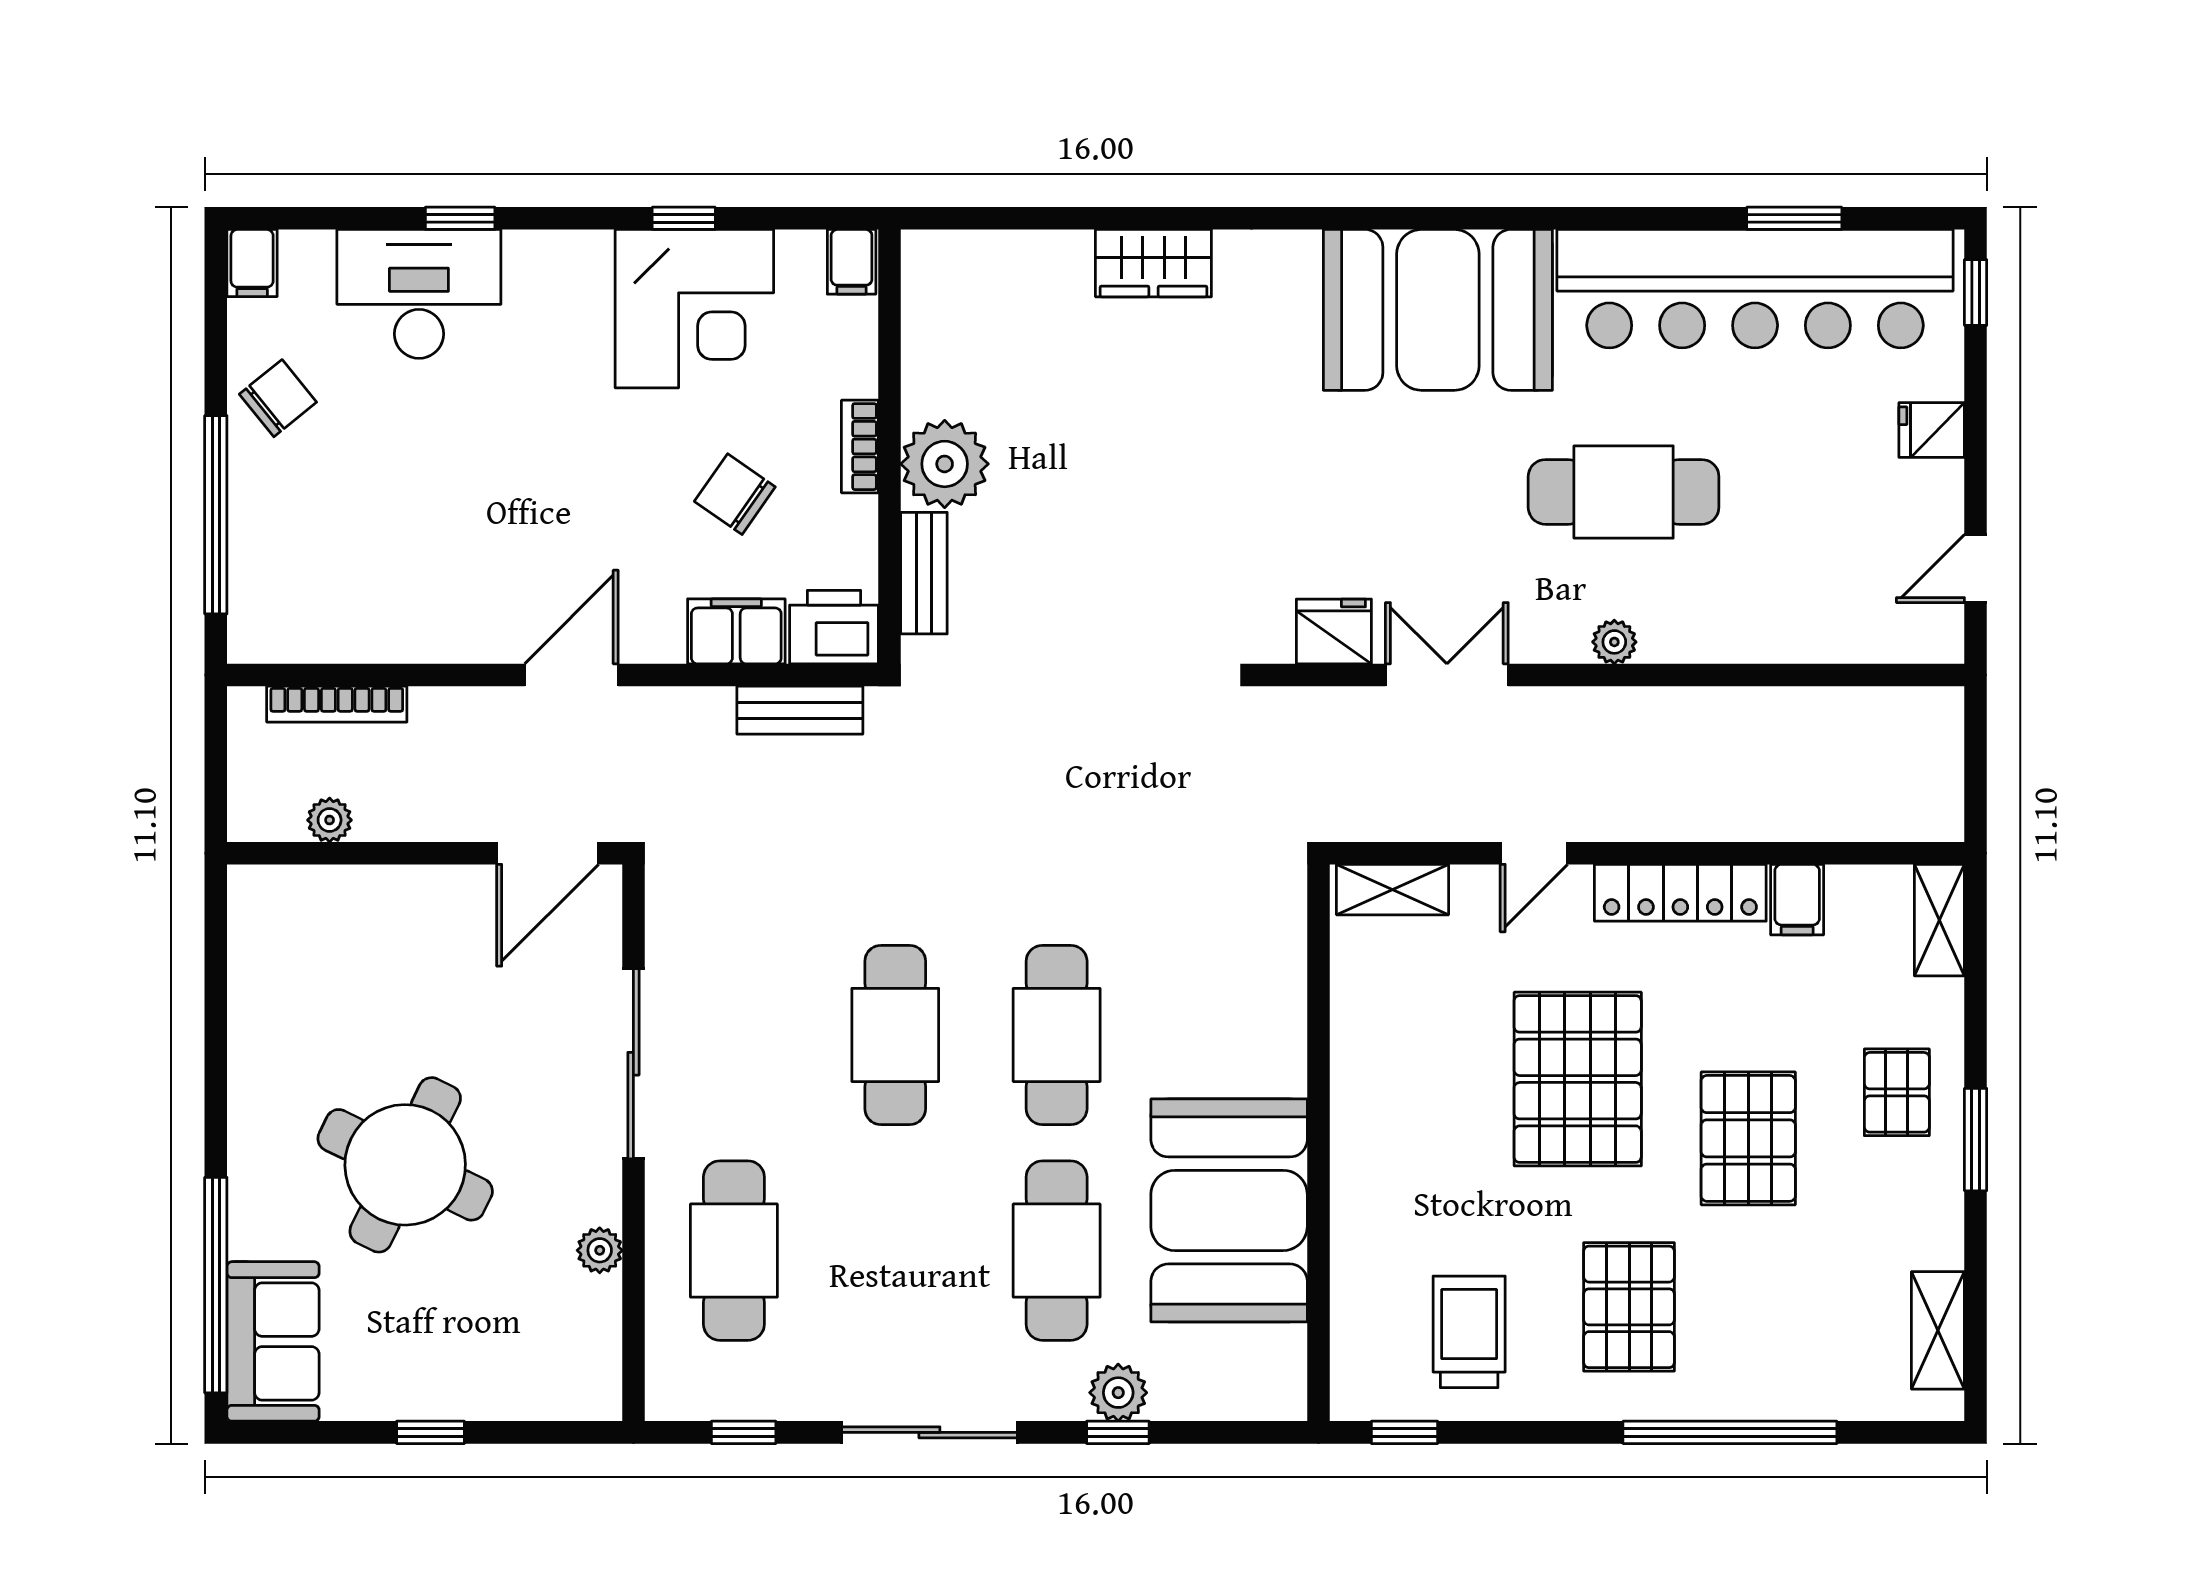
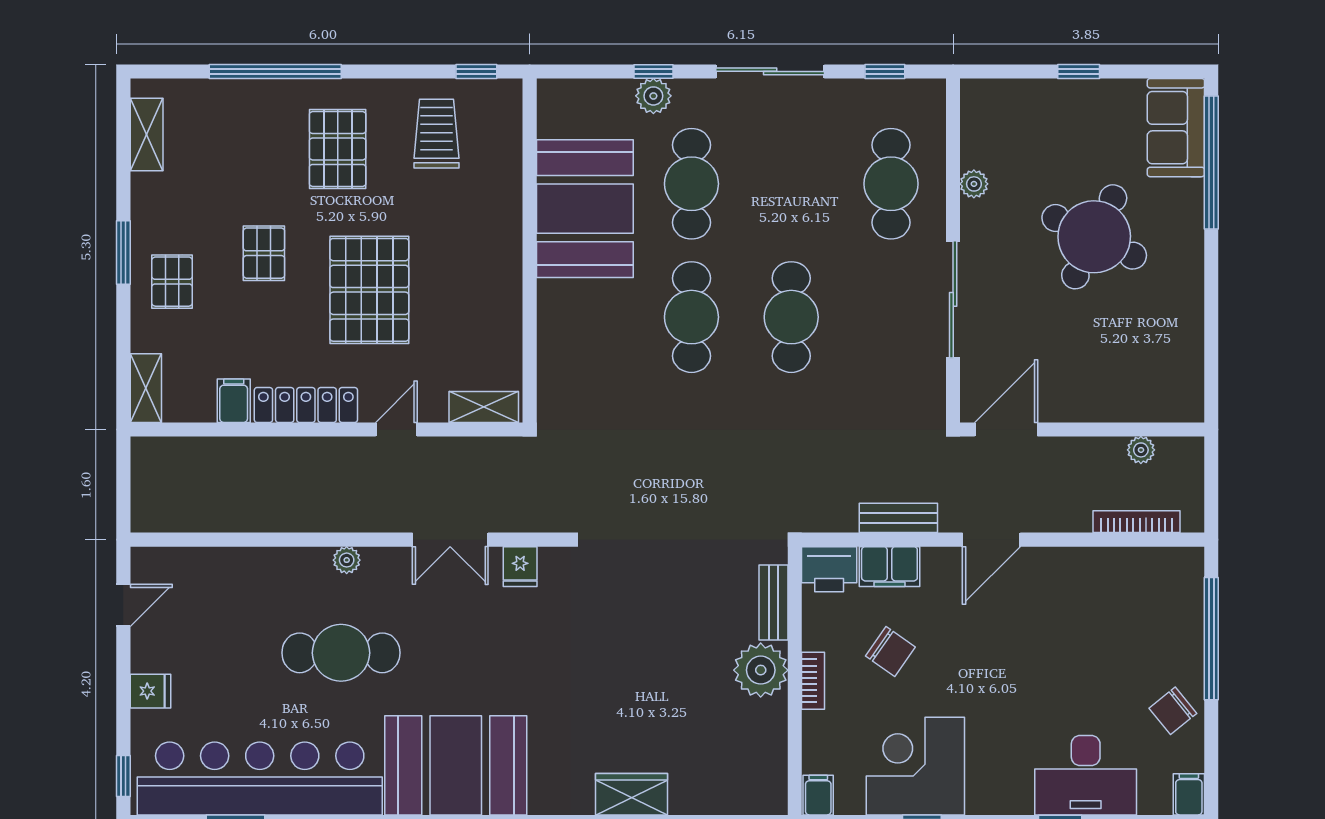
fridge: (1334, 631) -> (520, 567), width x0.72
bench: (800, 710) -> (898, 518), moved
pallet: (1748, 1138) -> (264, 253), width x0.67, depth x0.71
trolley: (1469, 1332) -> (436, 134), turned 180

